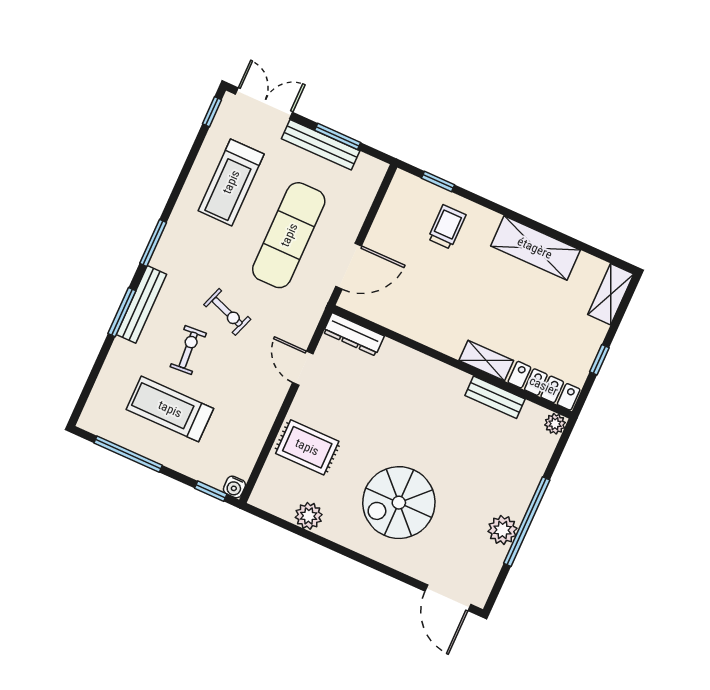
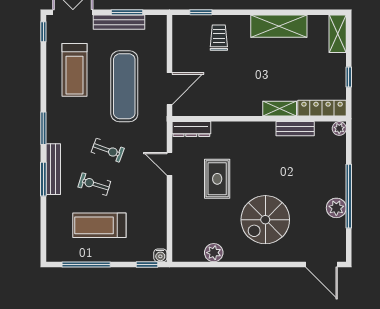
exercise bike: (188, 350) -> (94, 184), turned -69
rug: (307, 447) -> (217, 179), moved, turned 90

